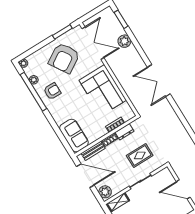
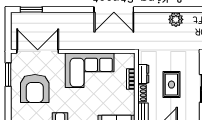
plant: (124, 41) -> (176, 19), moved
armchair: (64, 58) -> (35, 89), turned 32
rug: (140, 155) -> (171, 85), moved

